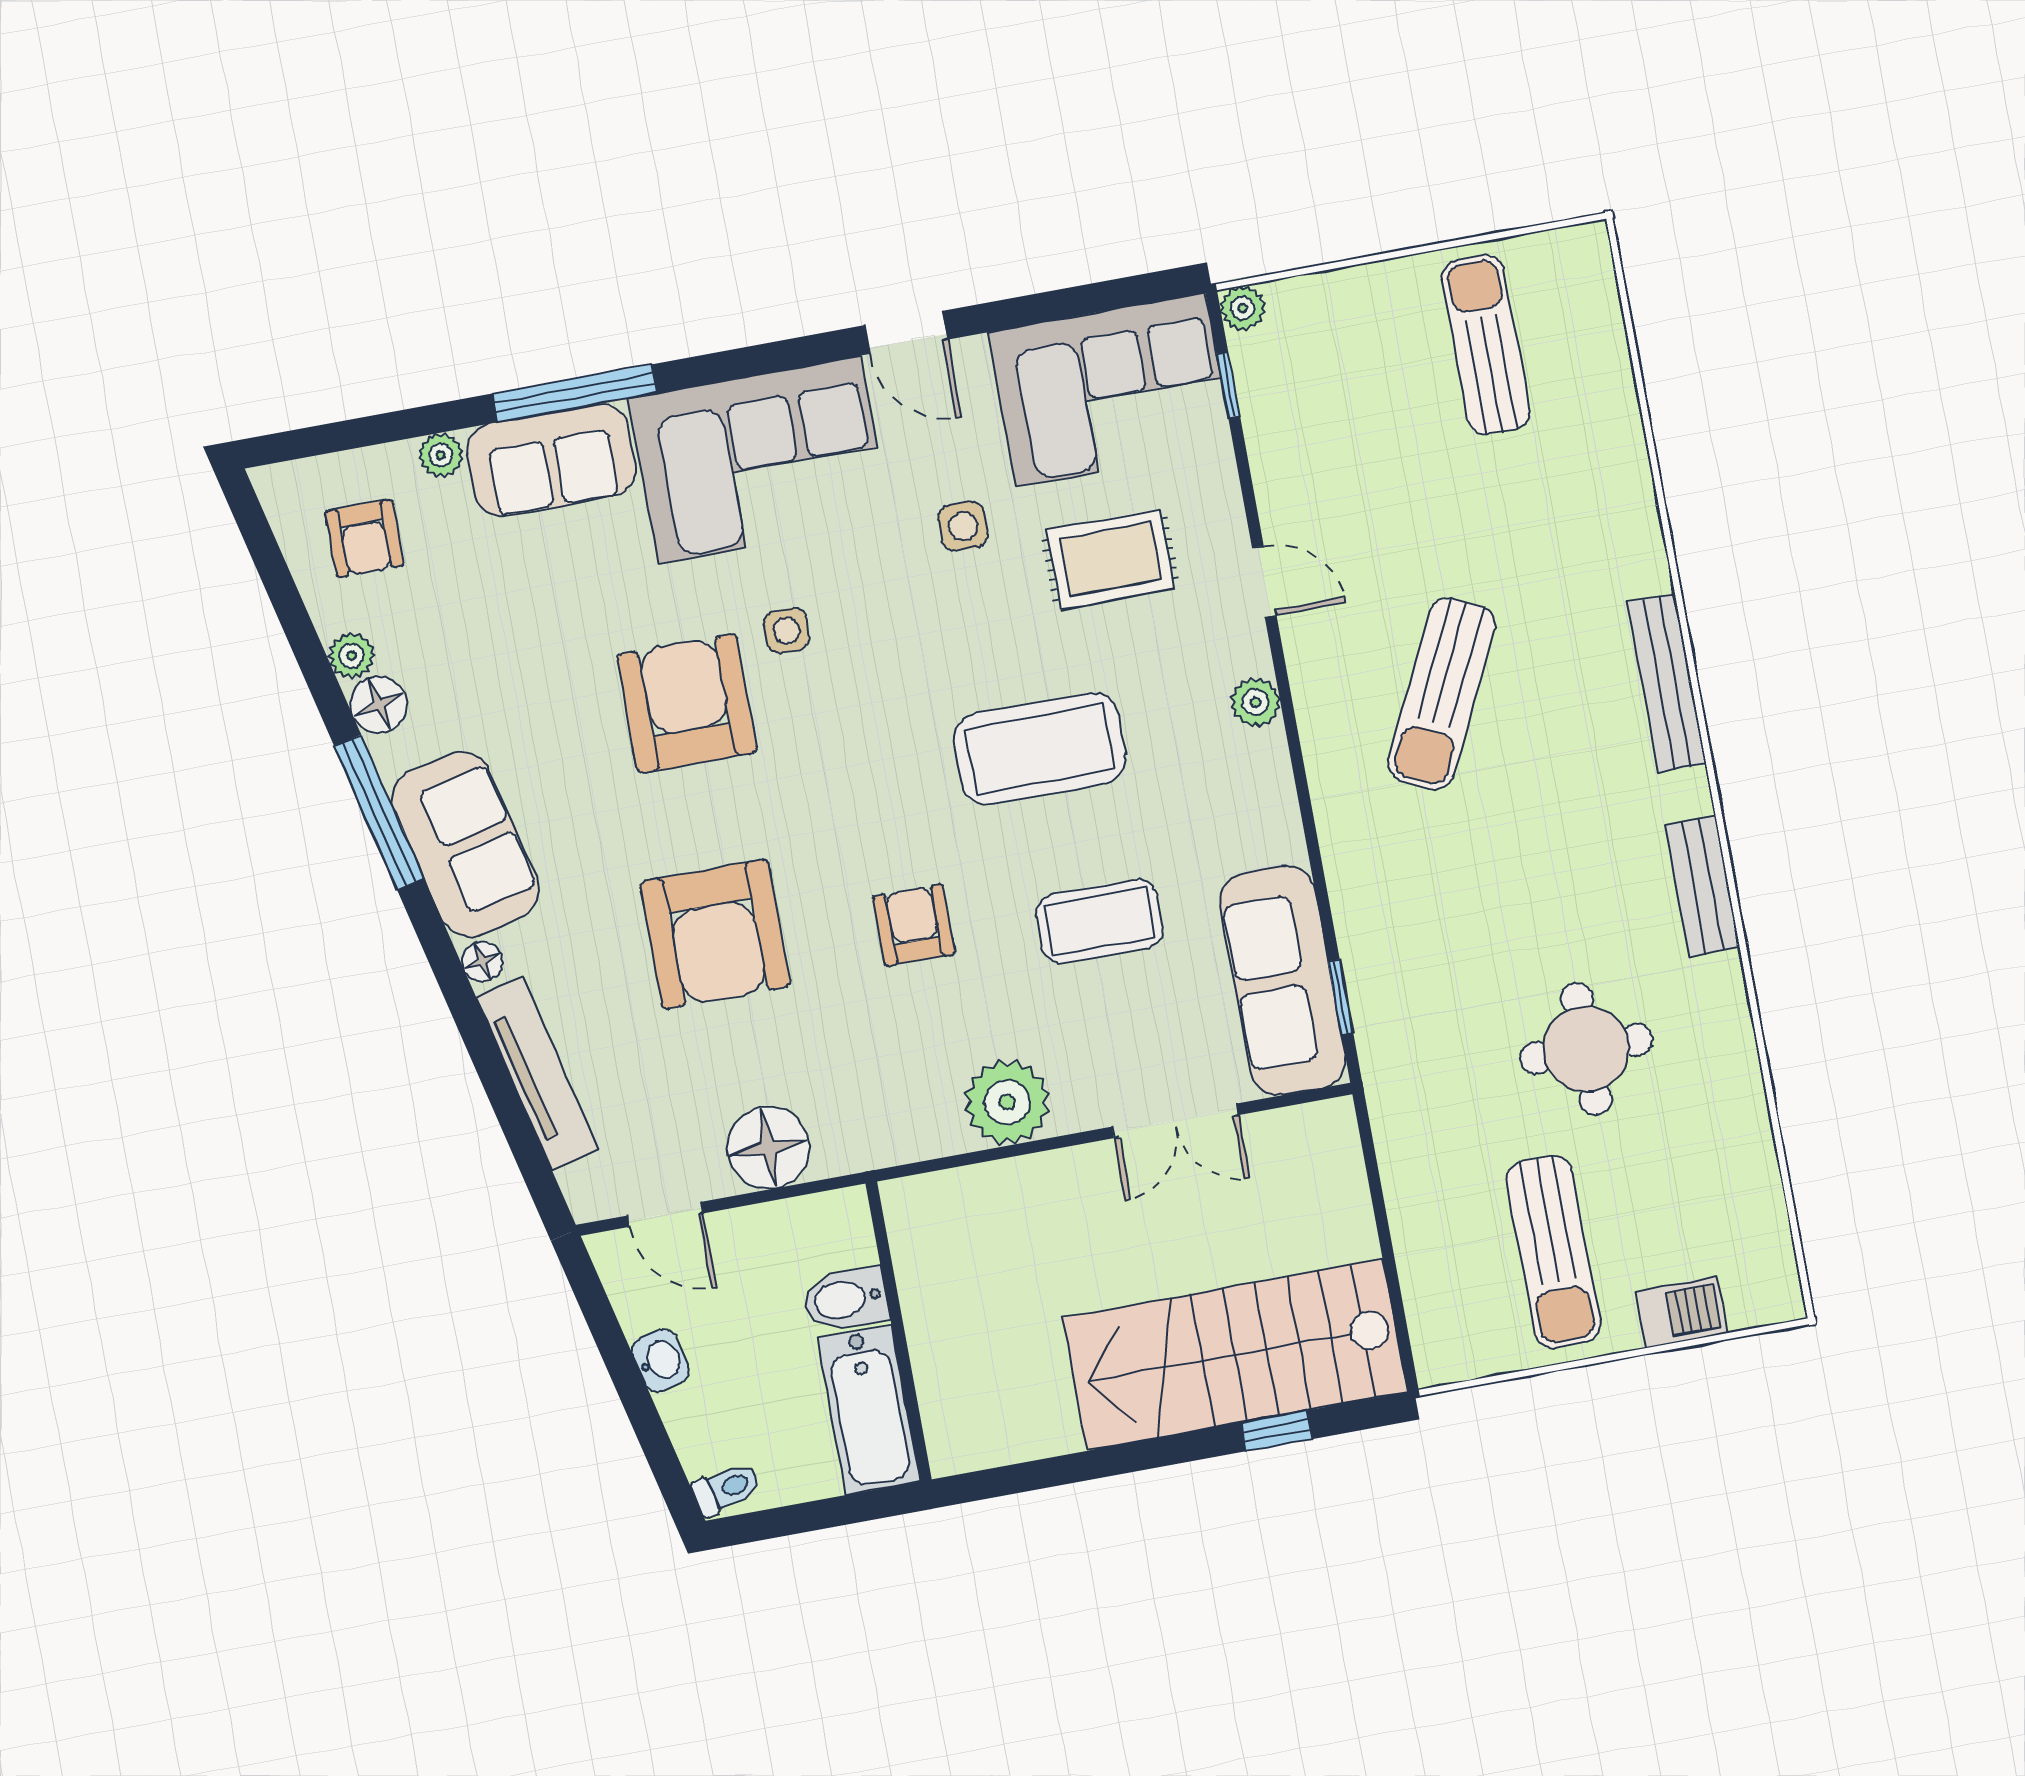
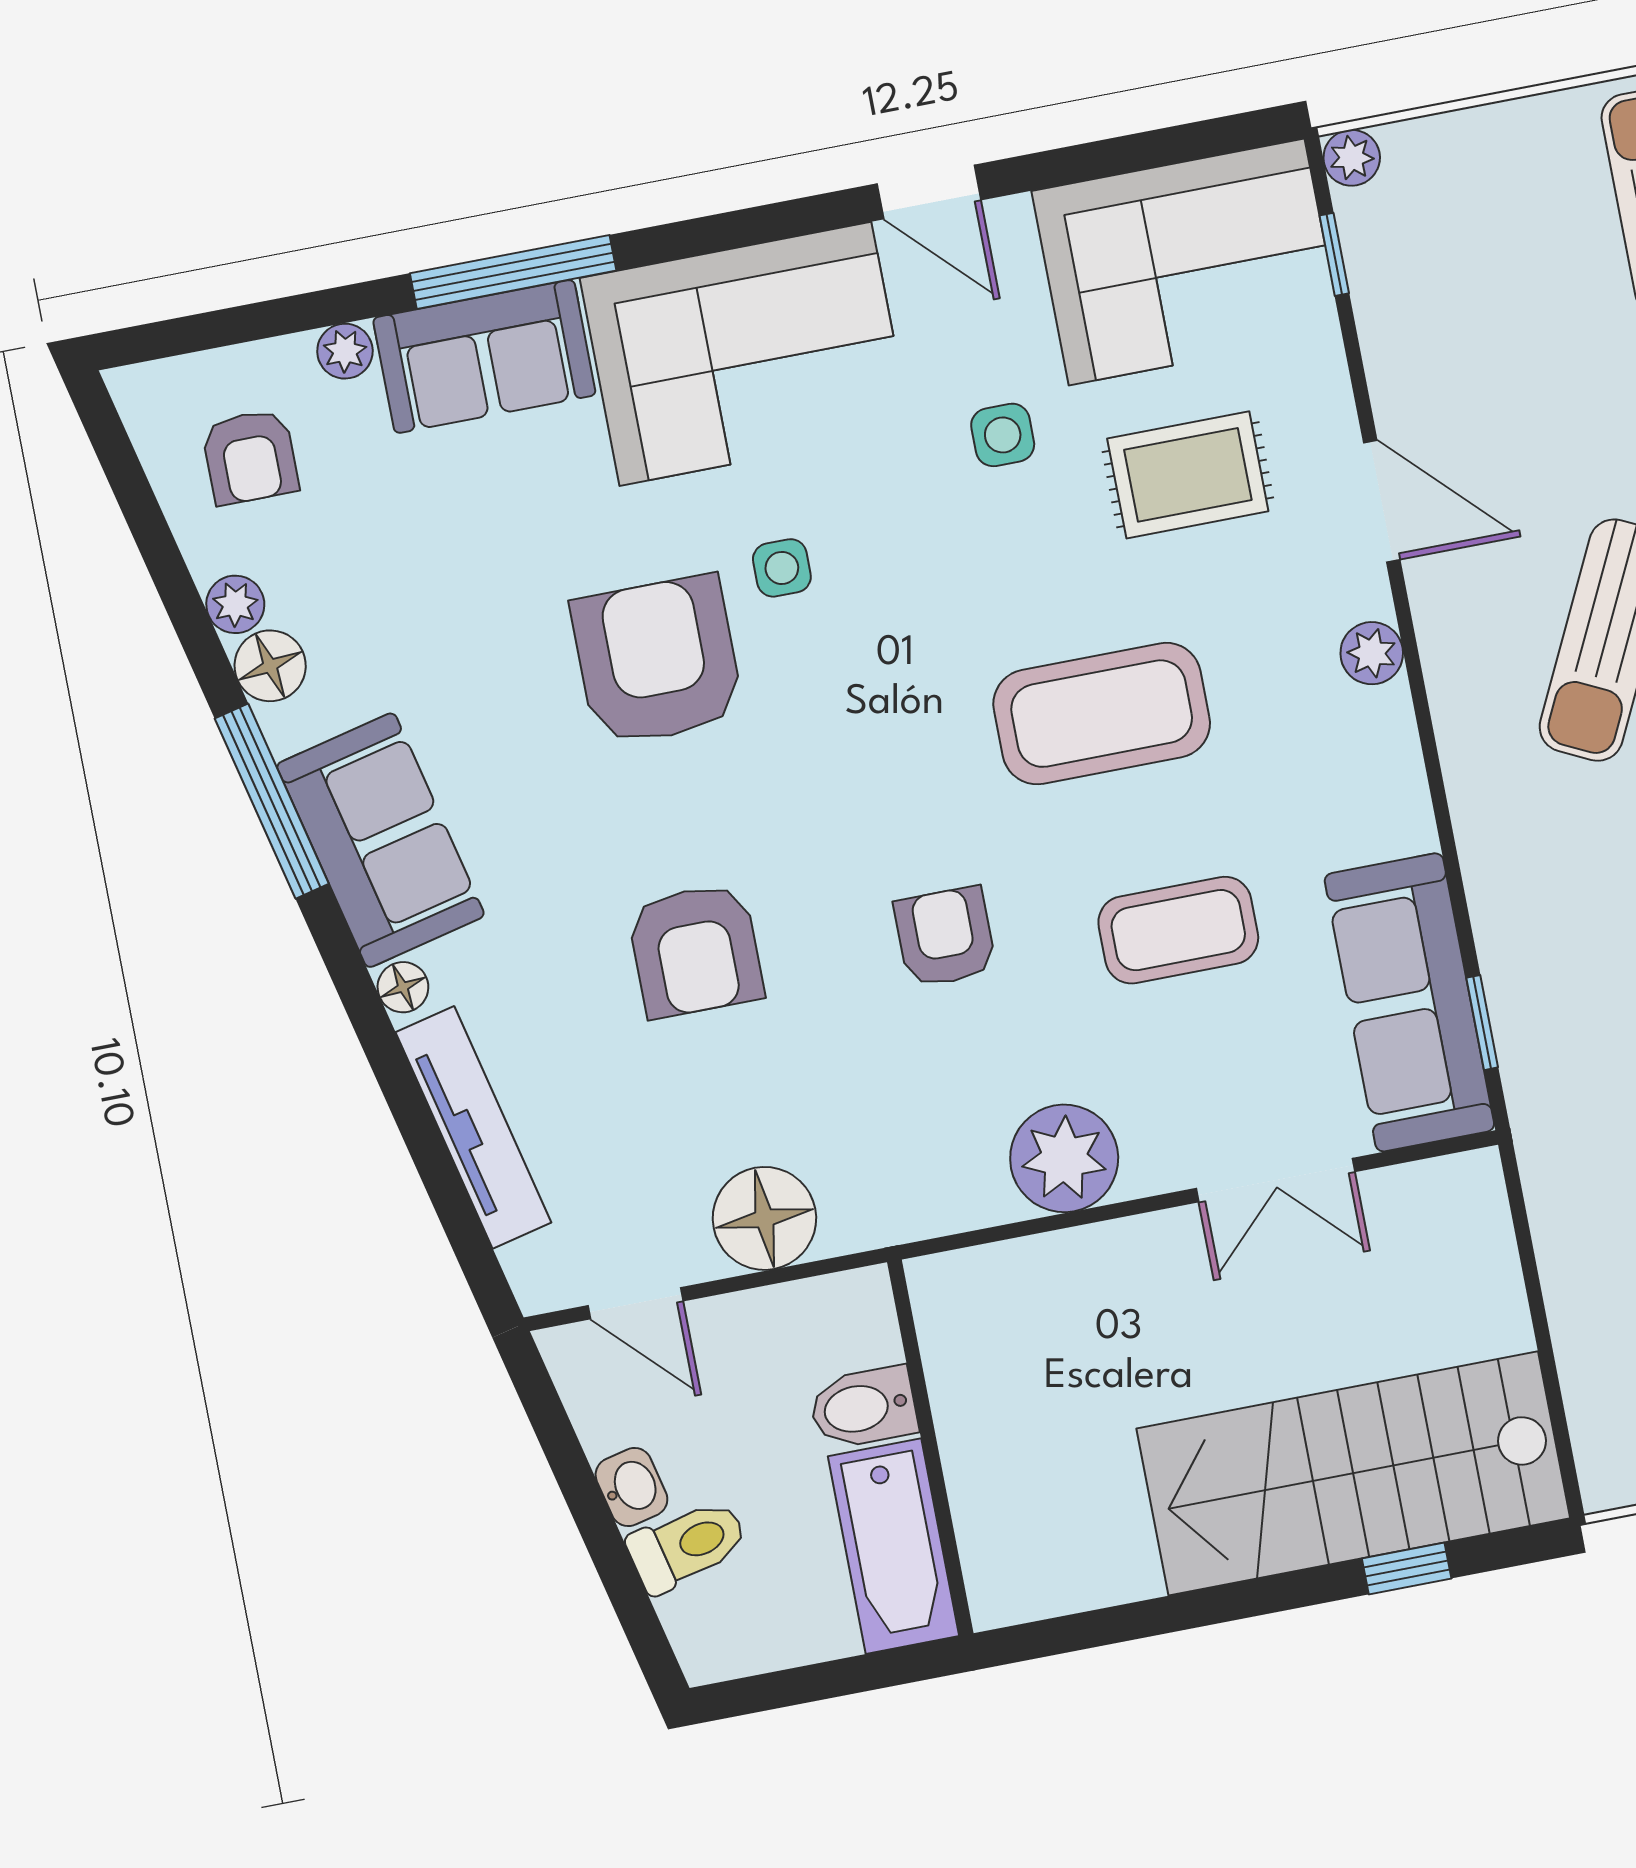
door: (1264, 582) -> (1382, 501), width x1.38
armchair: (715, 934) -> (695, 950), width x0.73, depth x0.73
toilet: (727, 1489) -> (687, 1545), moved, width x1.37, depth x1.39

